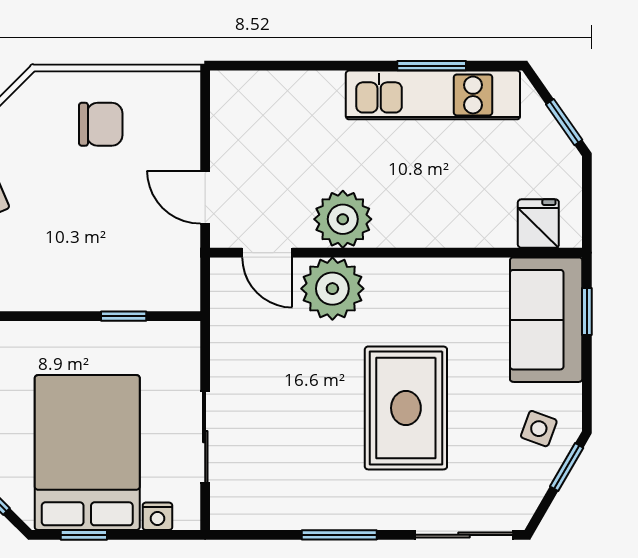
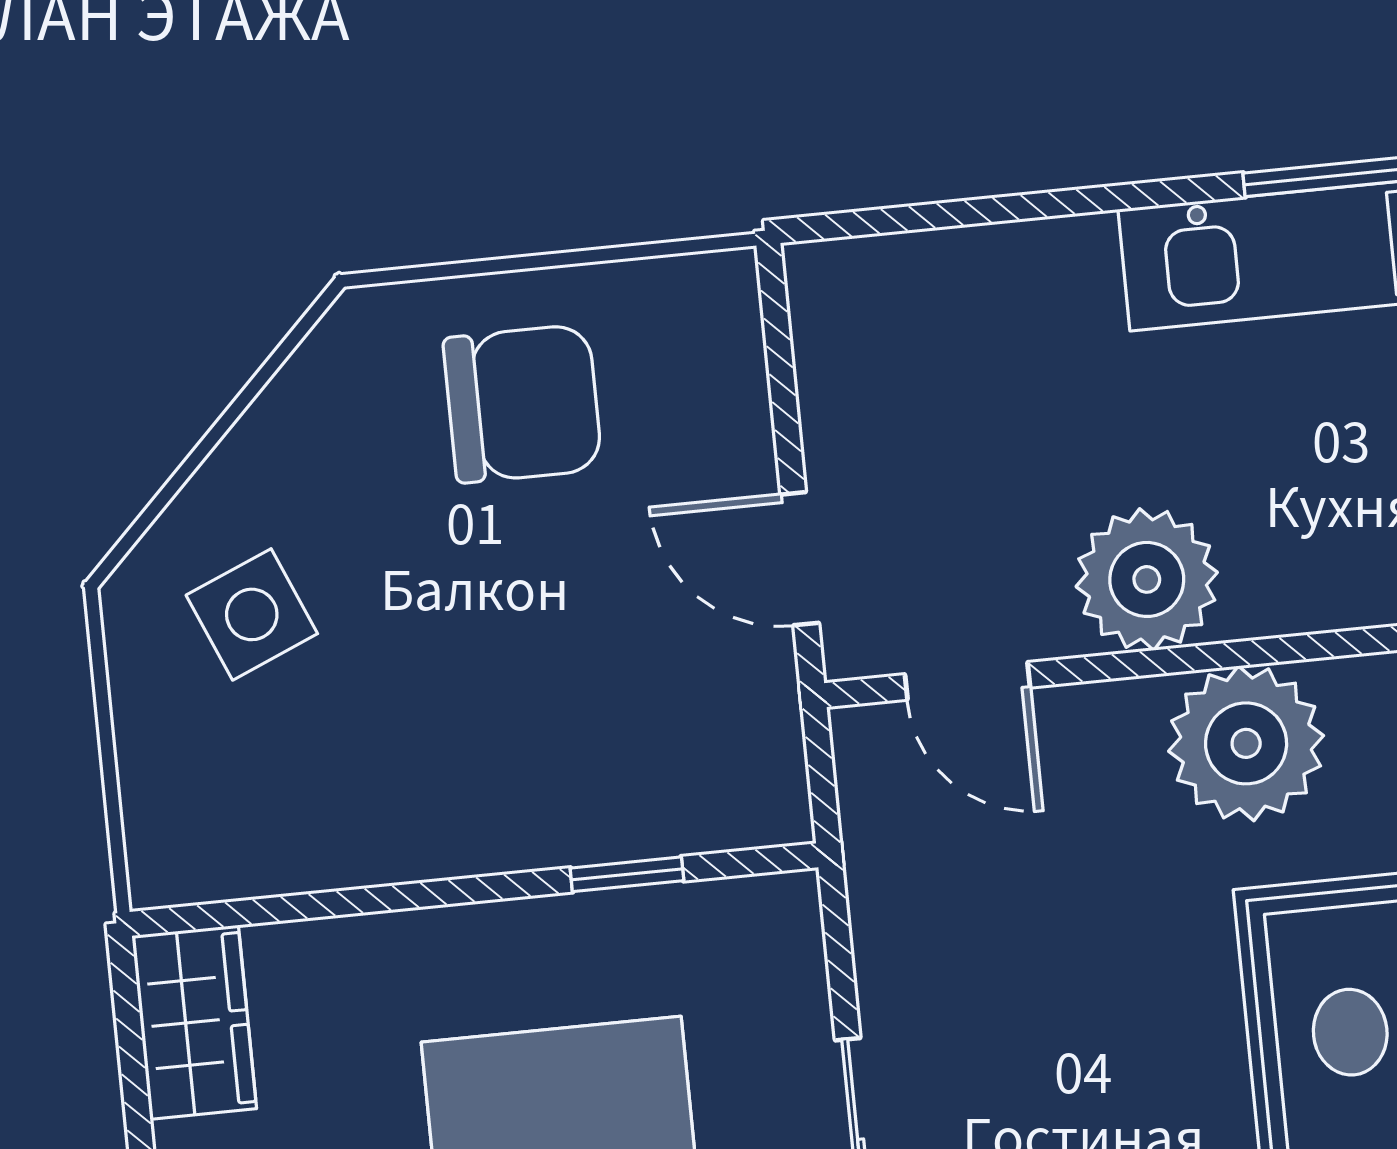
chair: (101, 124) -> (523, 404), width x1.37, depth x1.37
plant: (332, 289) -> (1246, 743), moved

